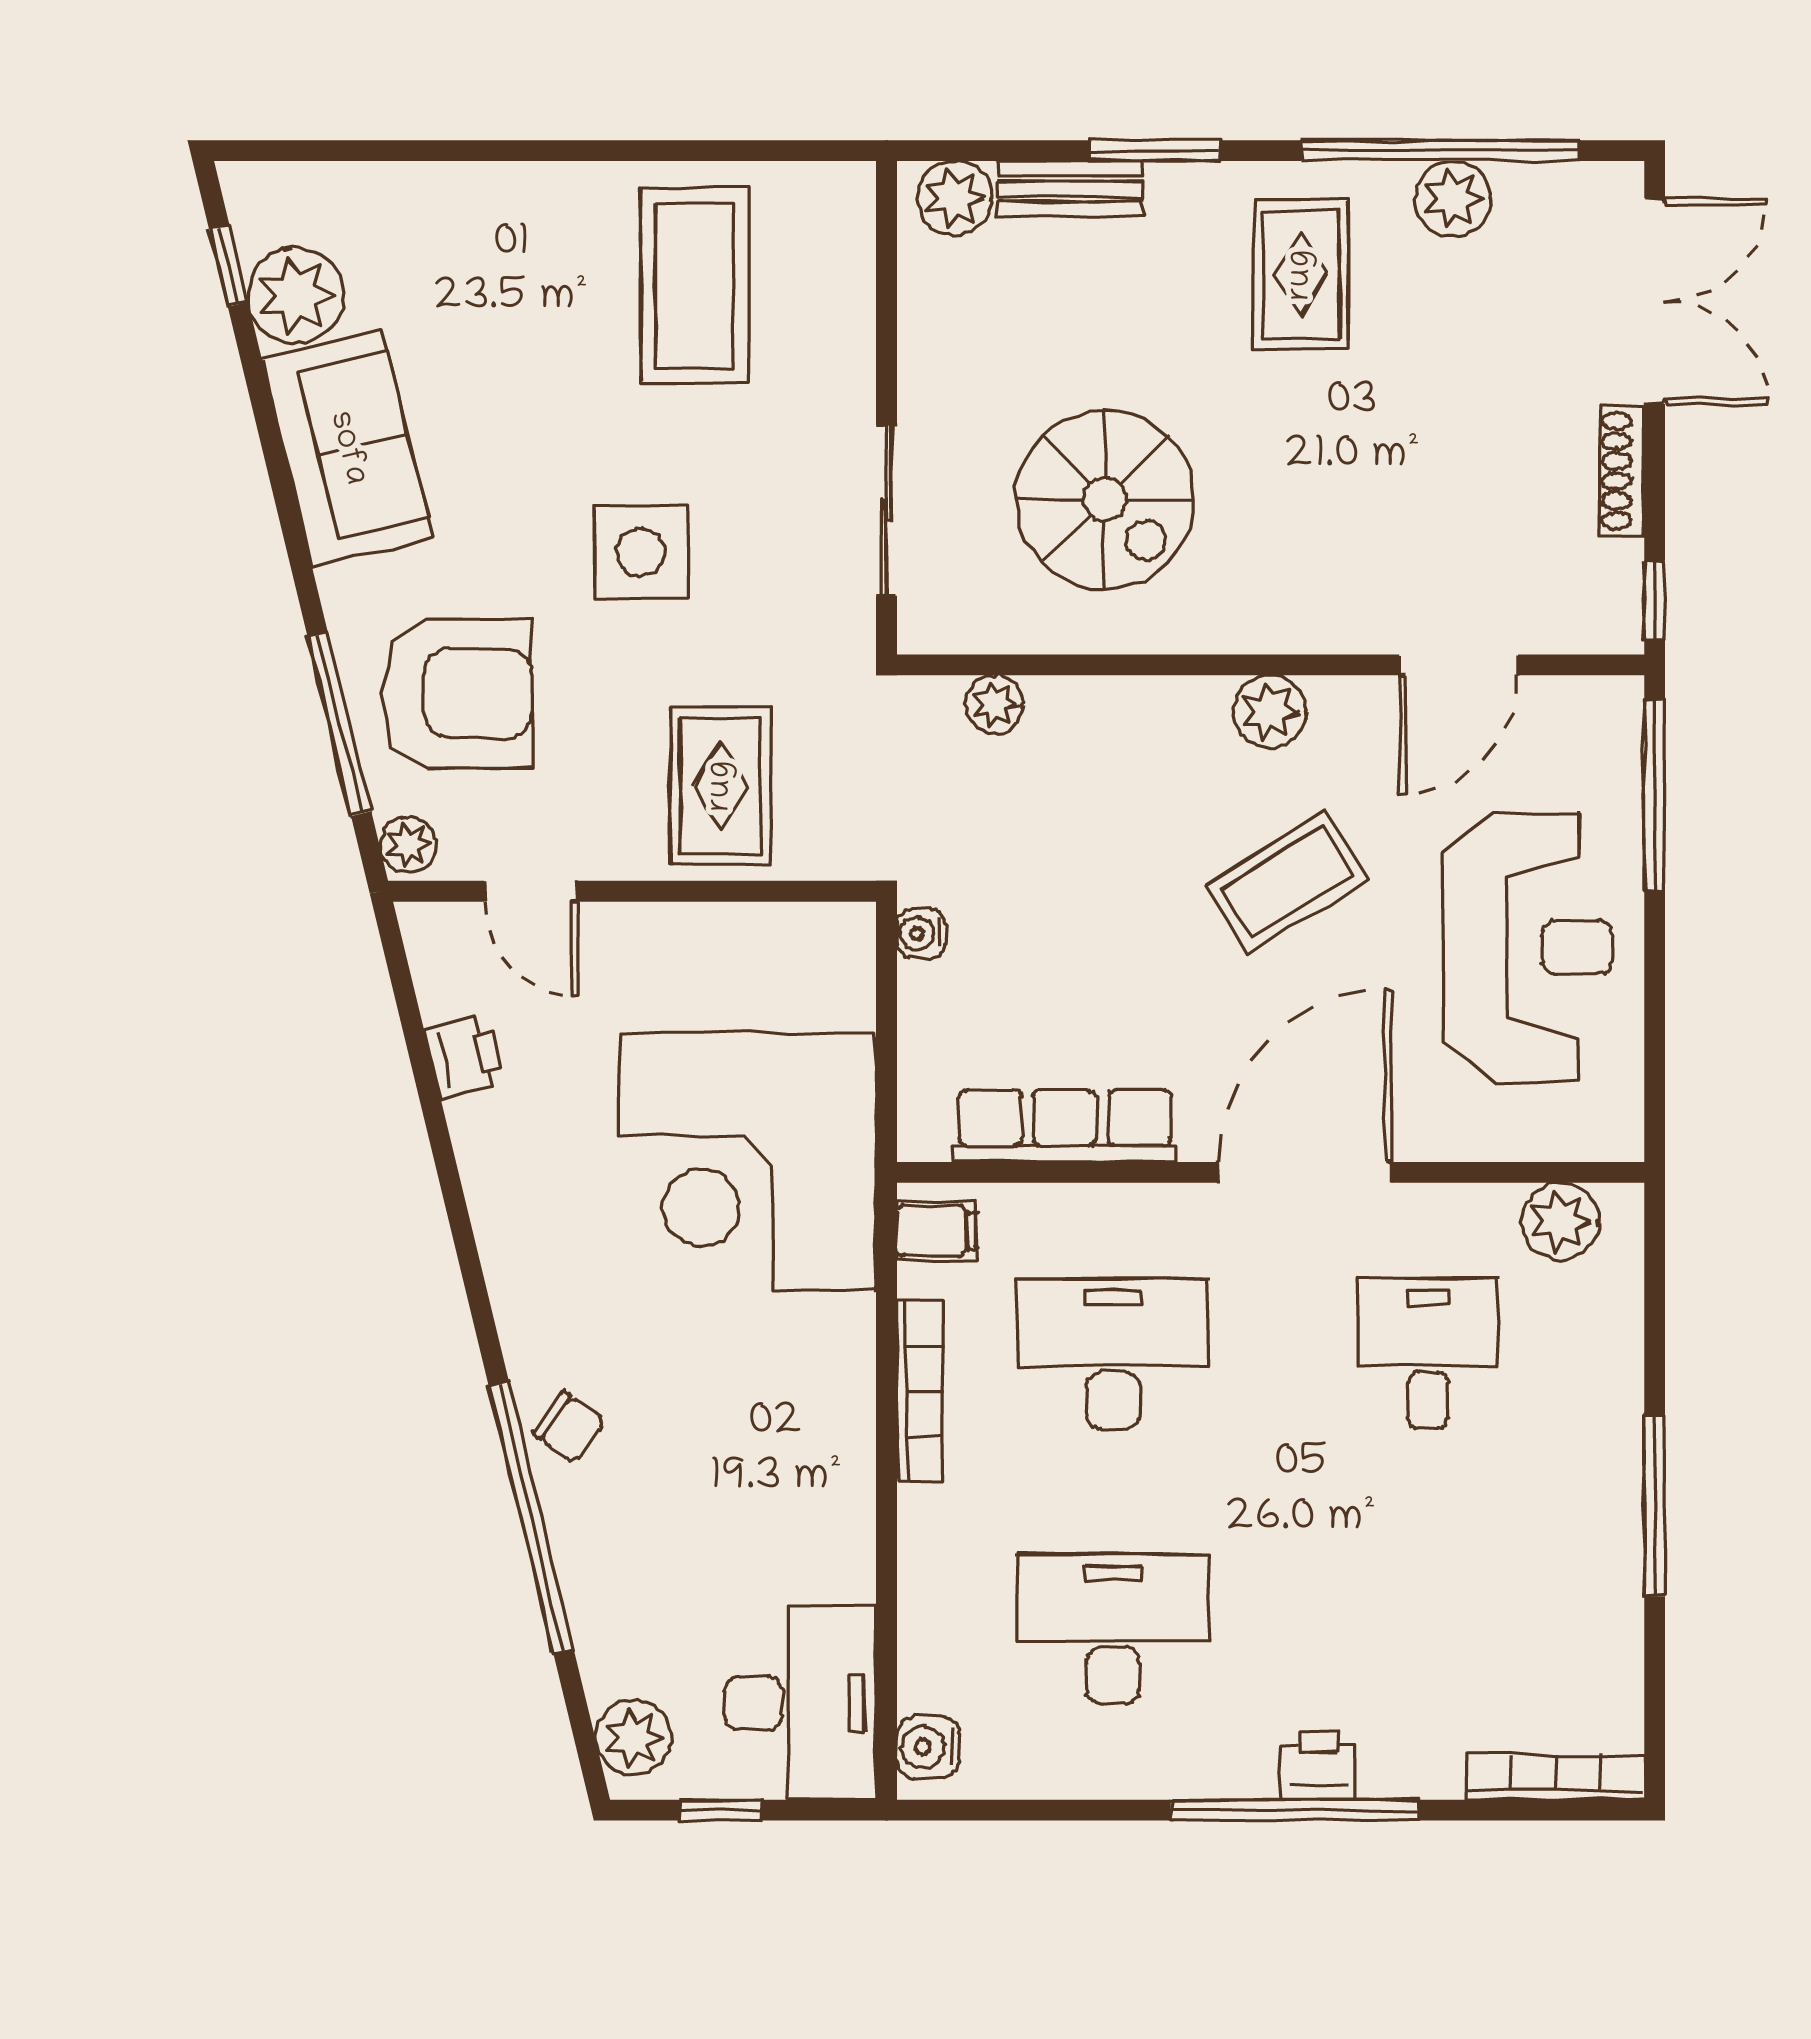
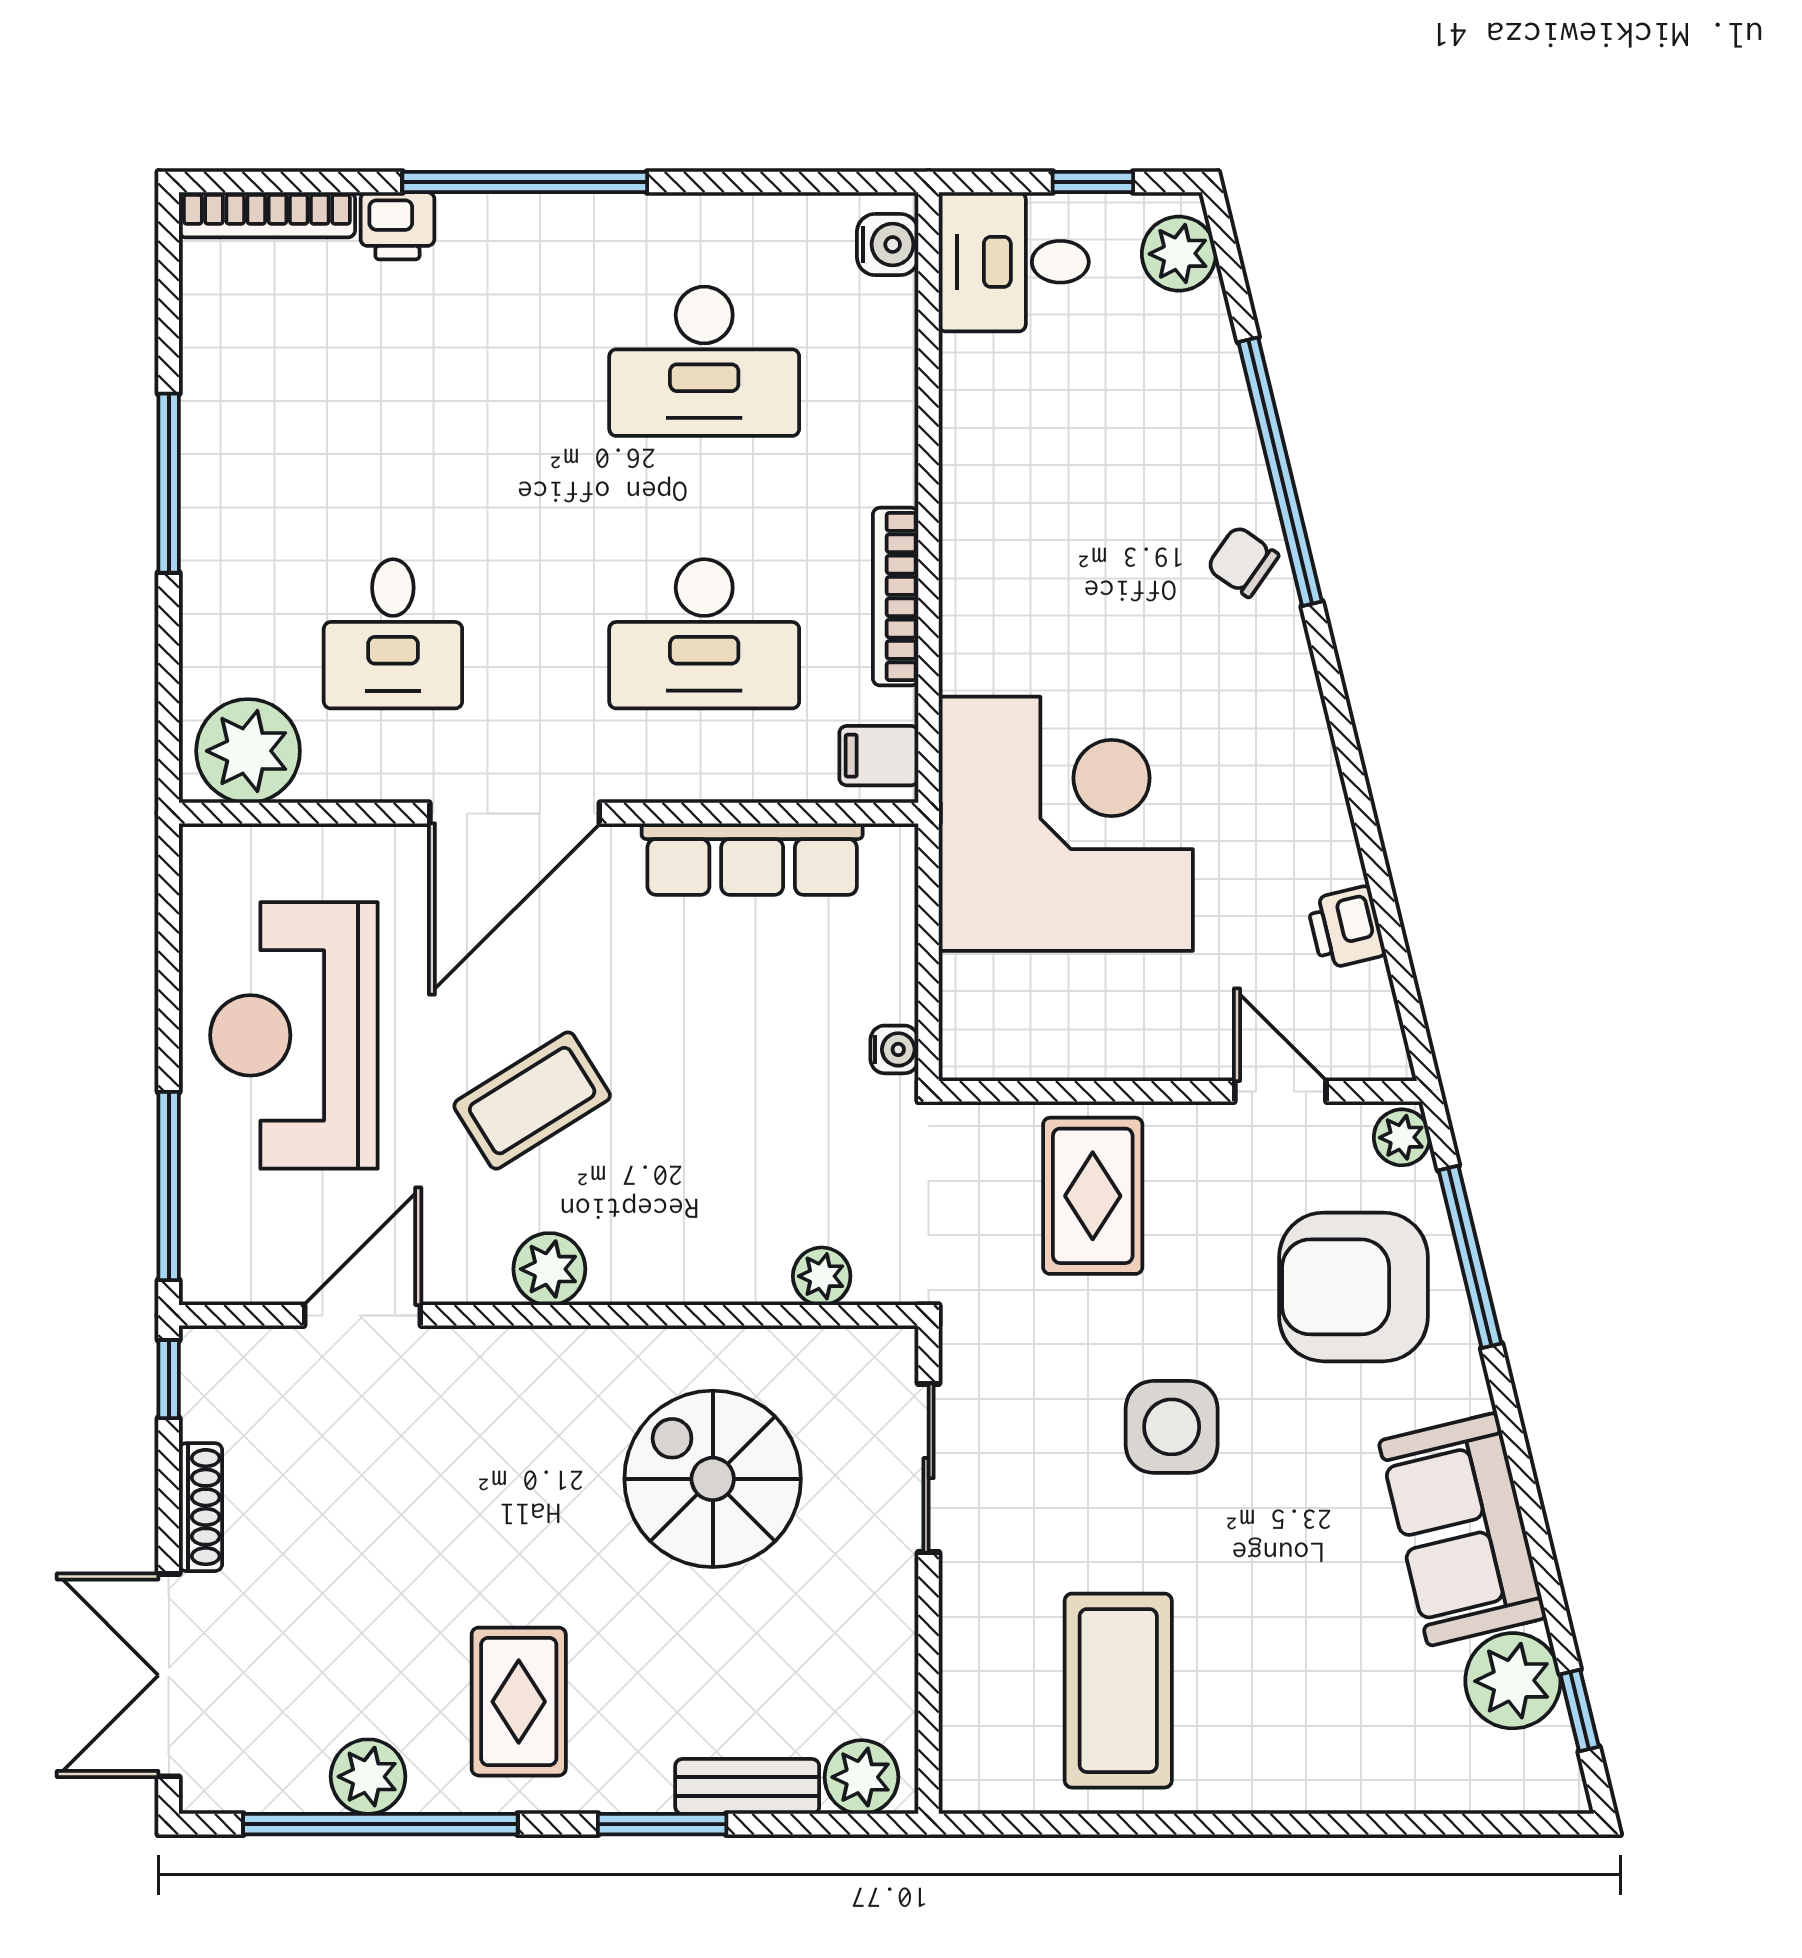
plant: (1560, 1221) -> (248, 751), width x1.36, depth x1.36
desk: (800, 1703) -> (1014, 262), width x0.73
printer: (1318, 1766) -> (397, 226), moved

